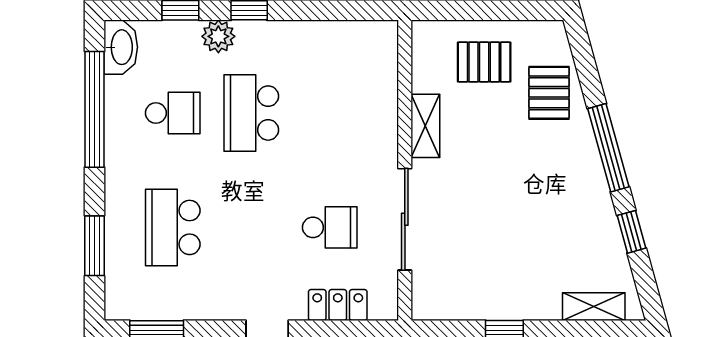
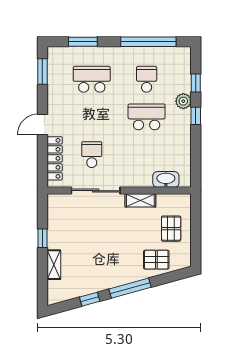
washbasin: (121, 47) -> (166, 179), moved, turned 180
school desk: (173, 113) -> (147, 79), turned 180
school desk: (330, 227) -> (92, 155), turned 180
locker: (338, 305) -> (55, 158), width x1.53
shelving: (594, 307) -> (54, 265), moved

